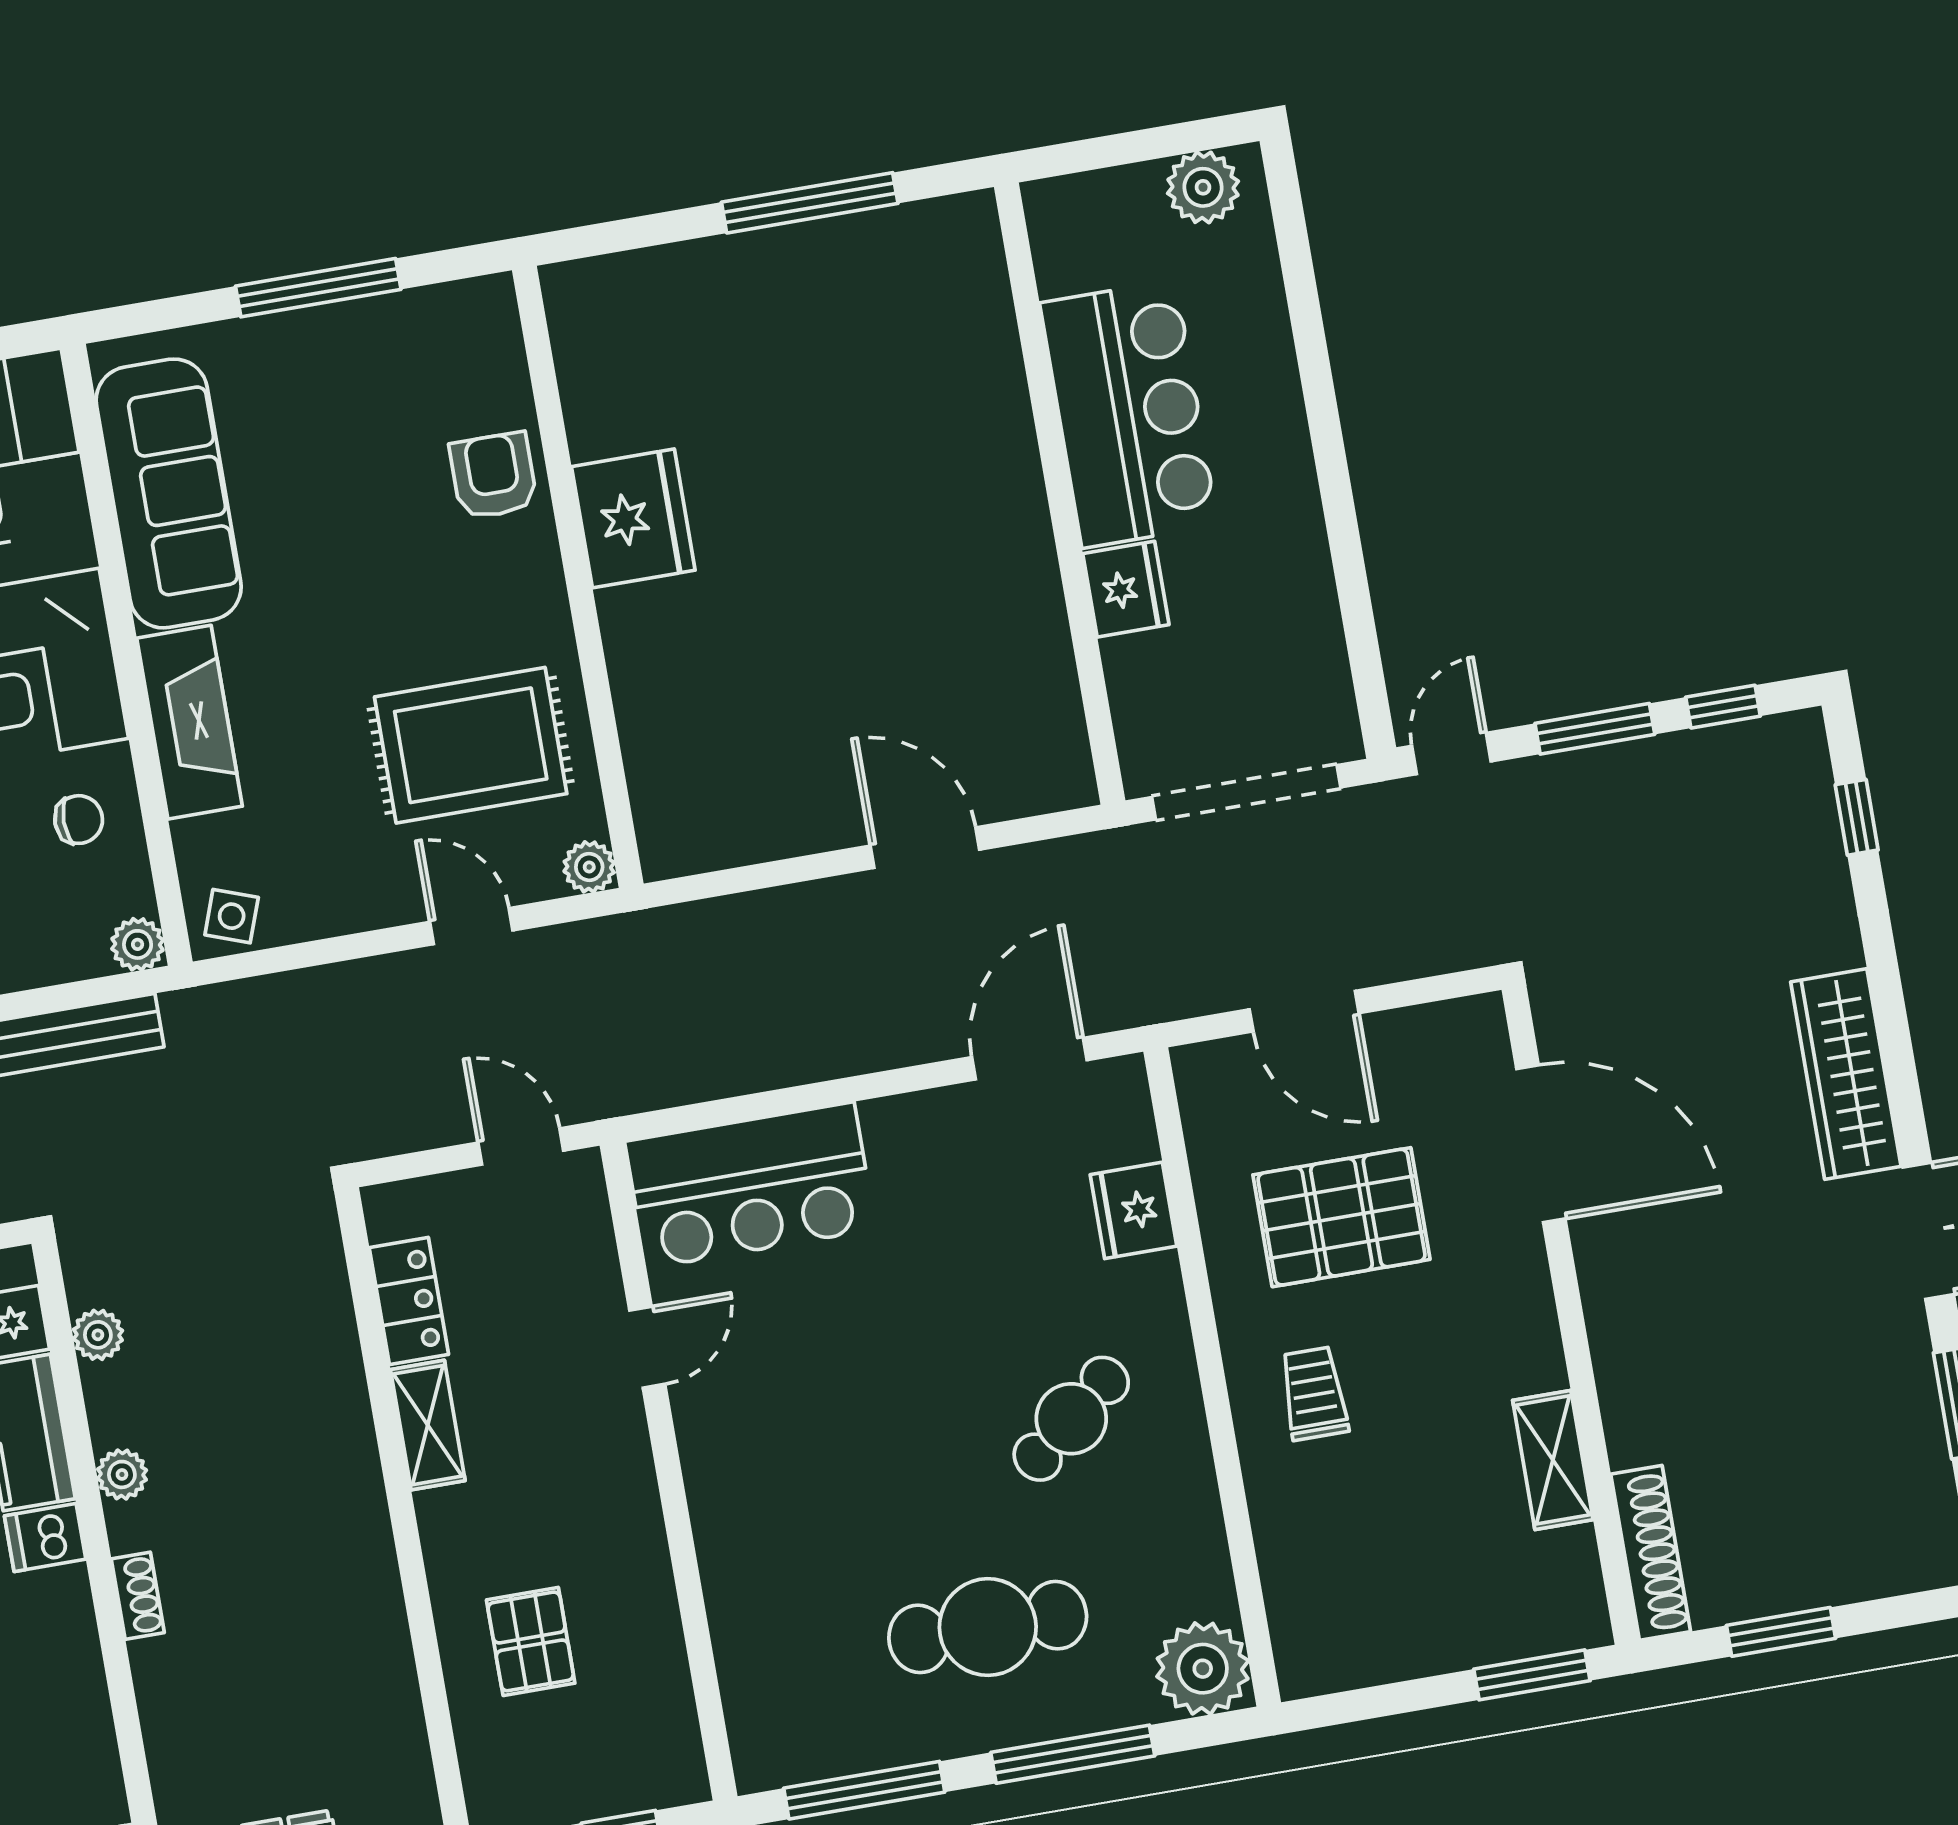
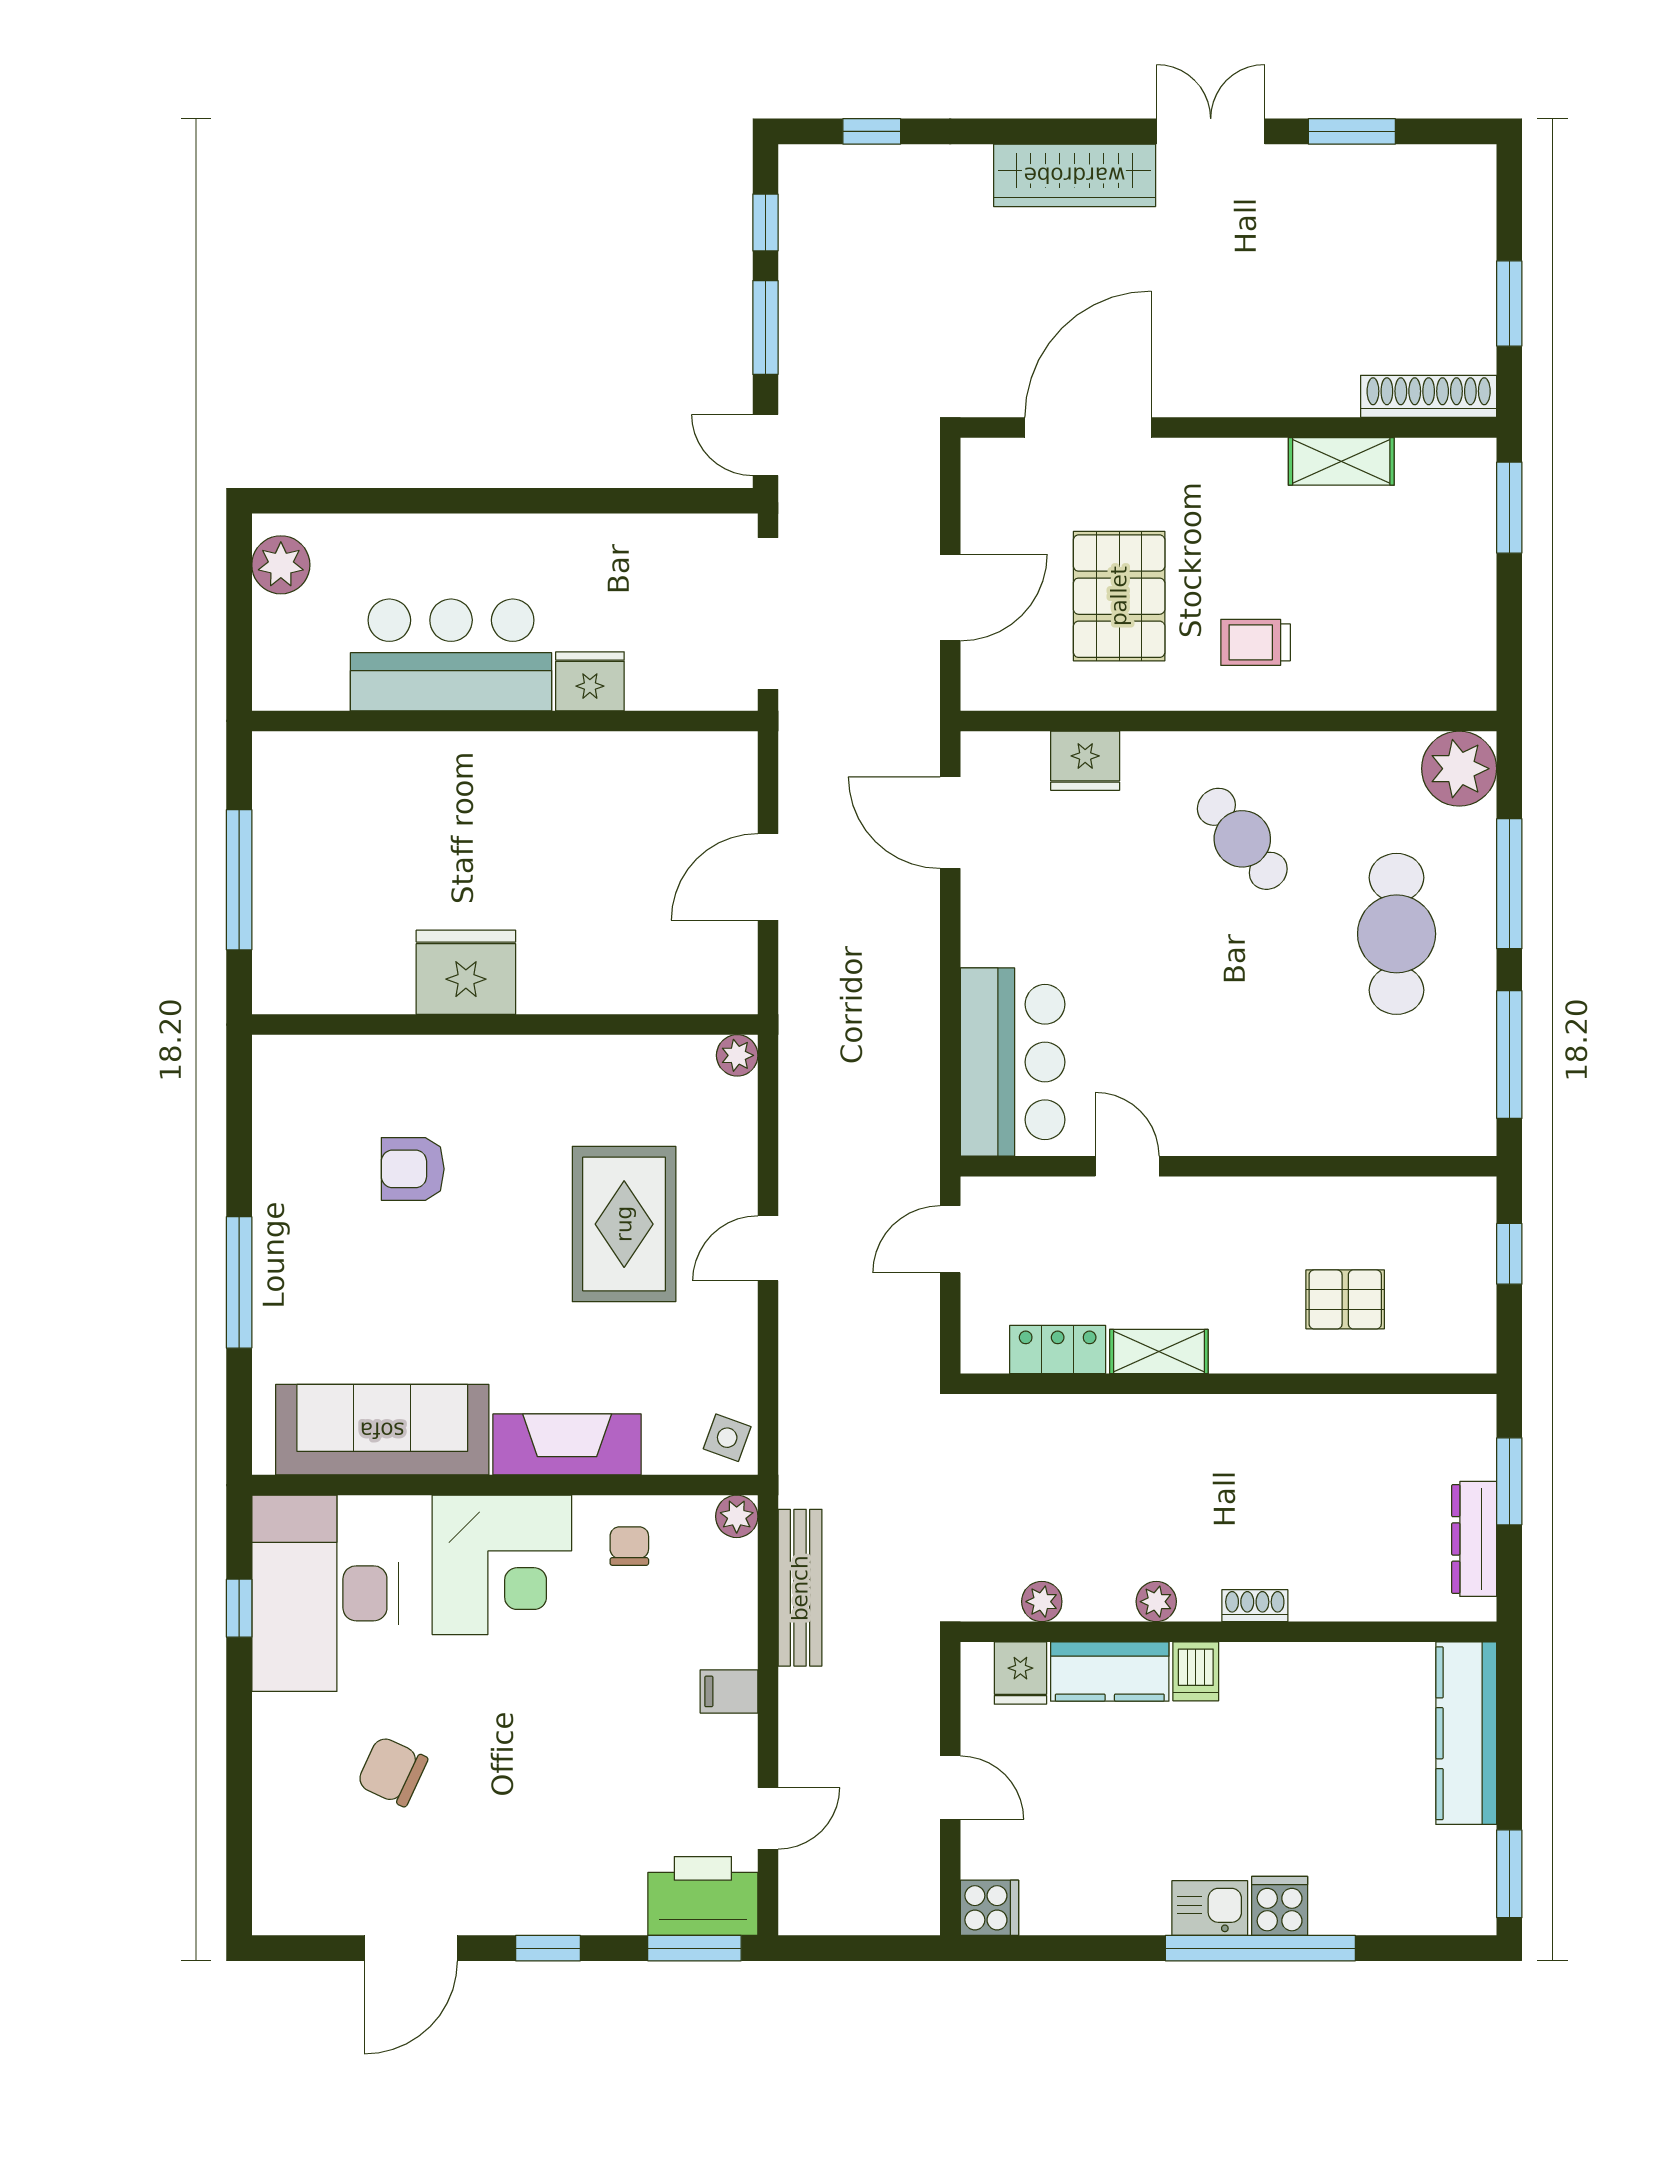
fridge: (633, 518) -> (466, 972), moved
wall: (578, 577) -> (505, 1025), moved
plant: (589, 867) -> (737, 1055), moved

